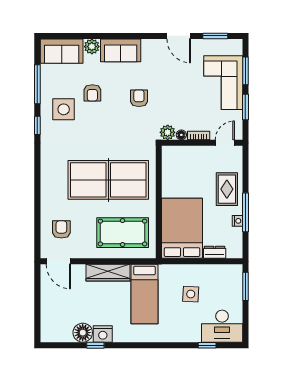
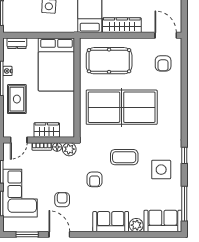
window: (37, 84) -> (184, 204), moved
armchair: (92, 93) -> (62, 200), moved
coffee table: (105, 123) -> (124, 157), added
wardrobe: (193, 154) -> (47, 130), added
dresser: (215, 252) -> (17, 43), moved

